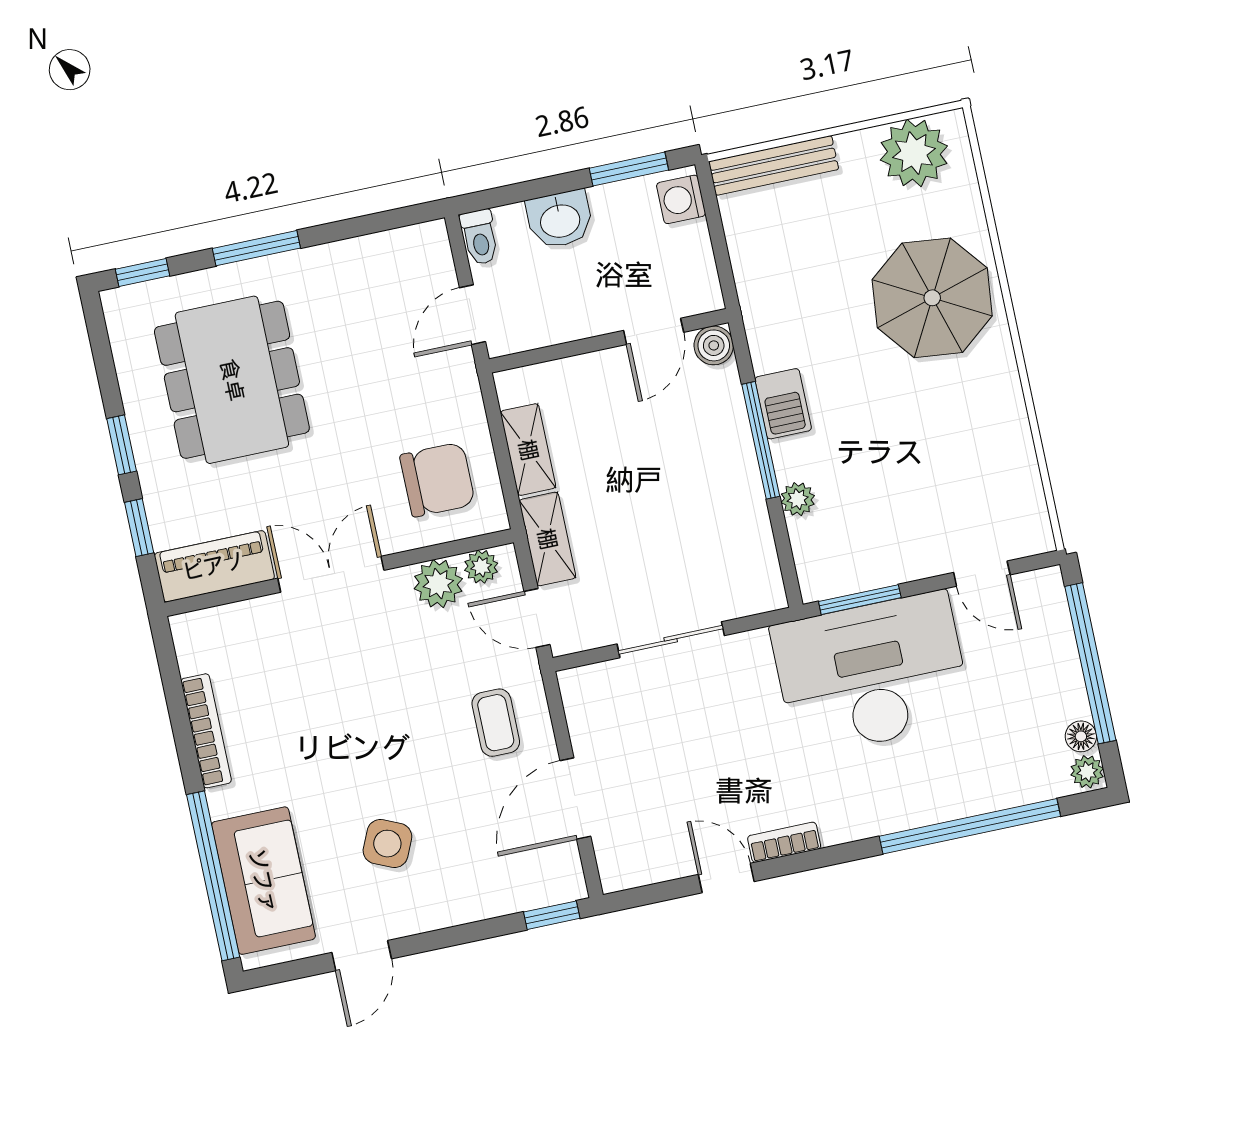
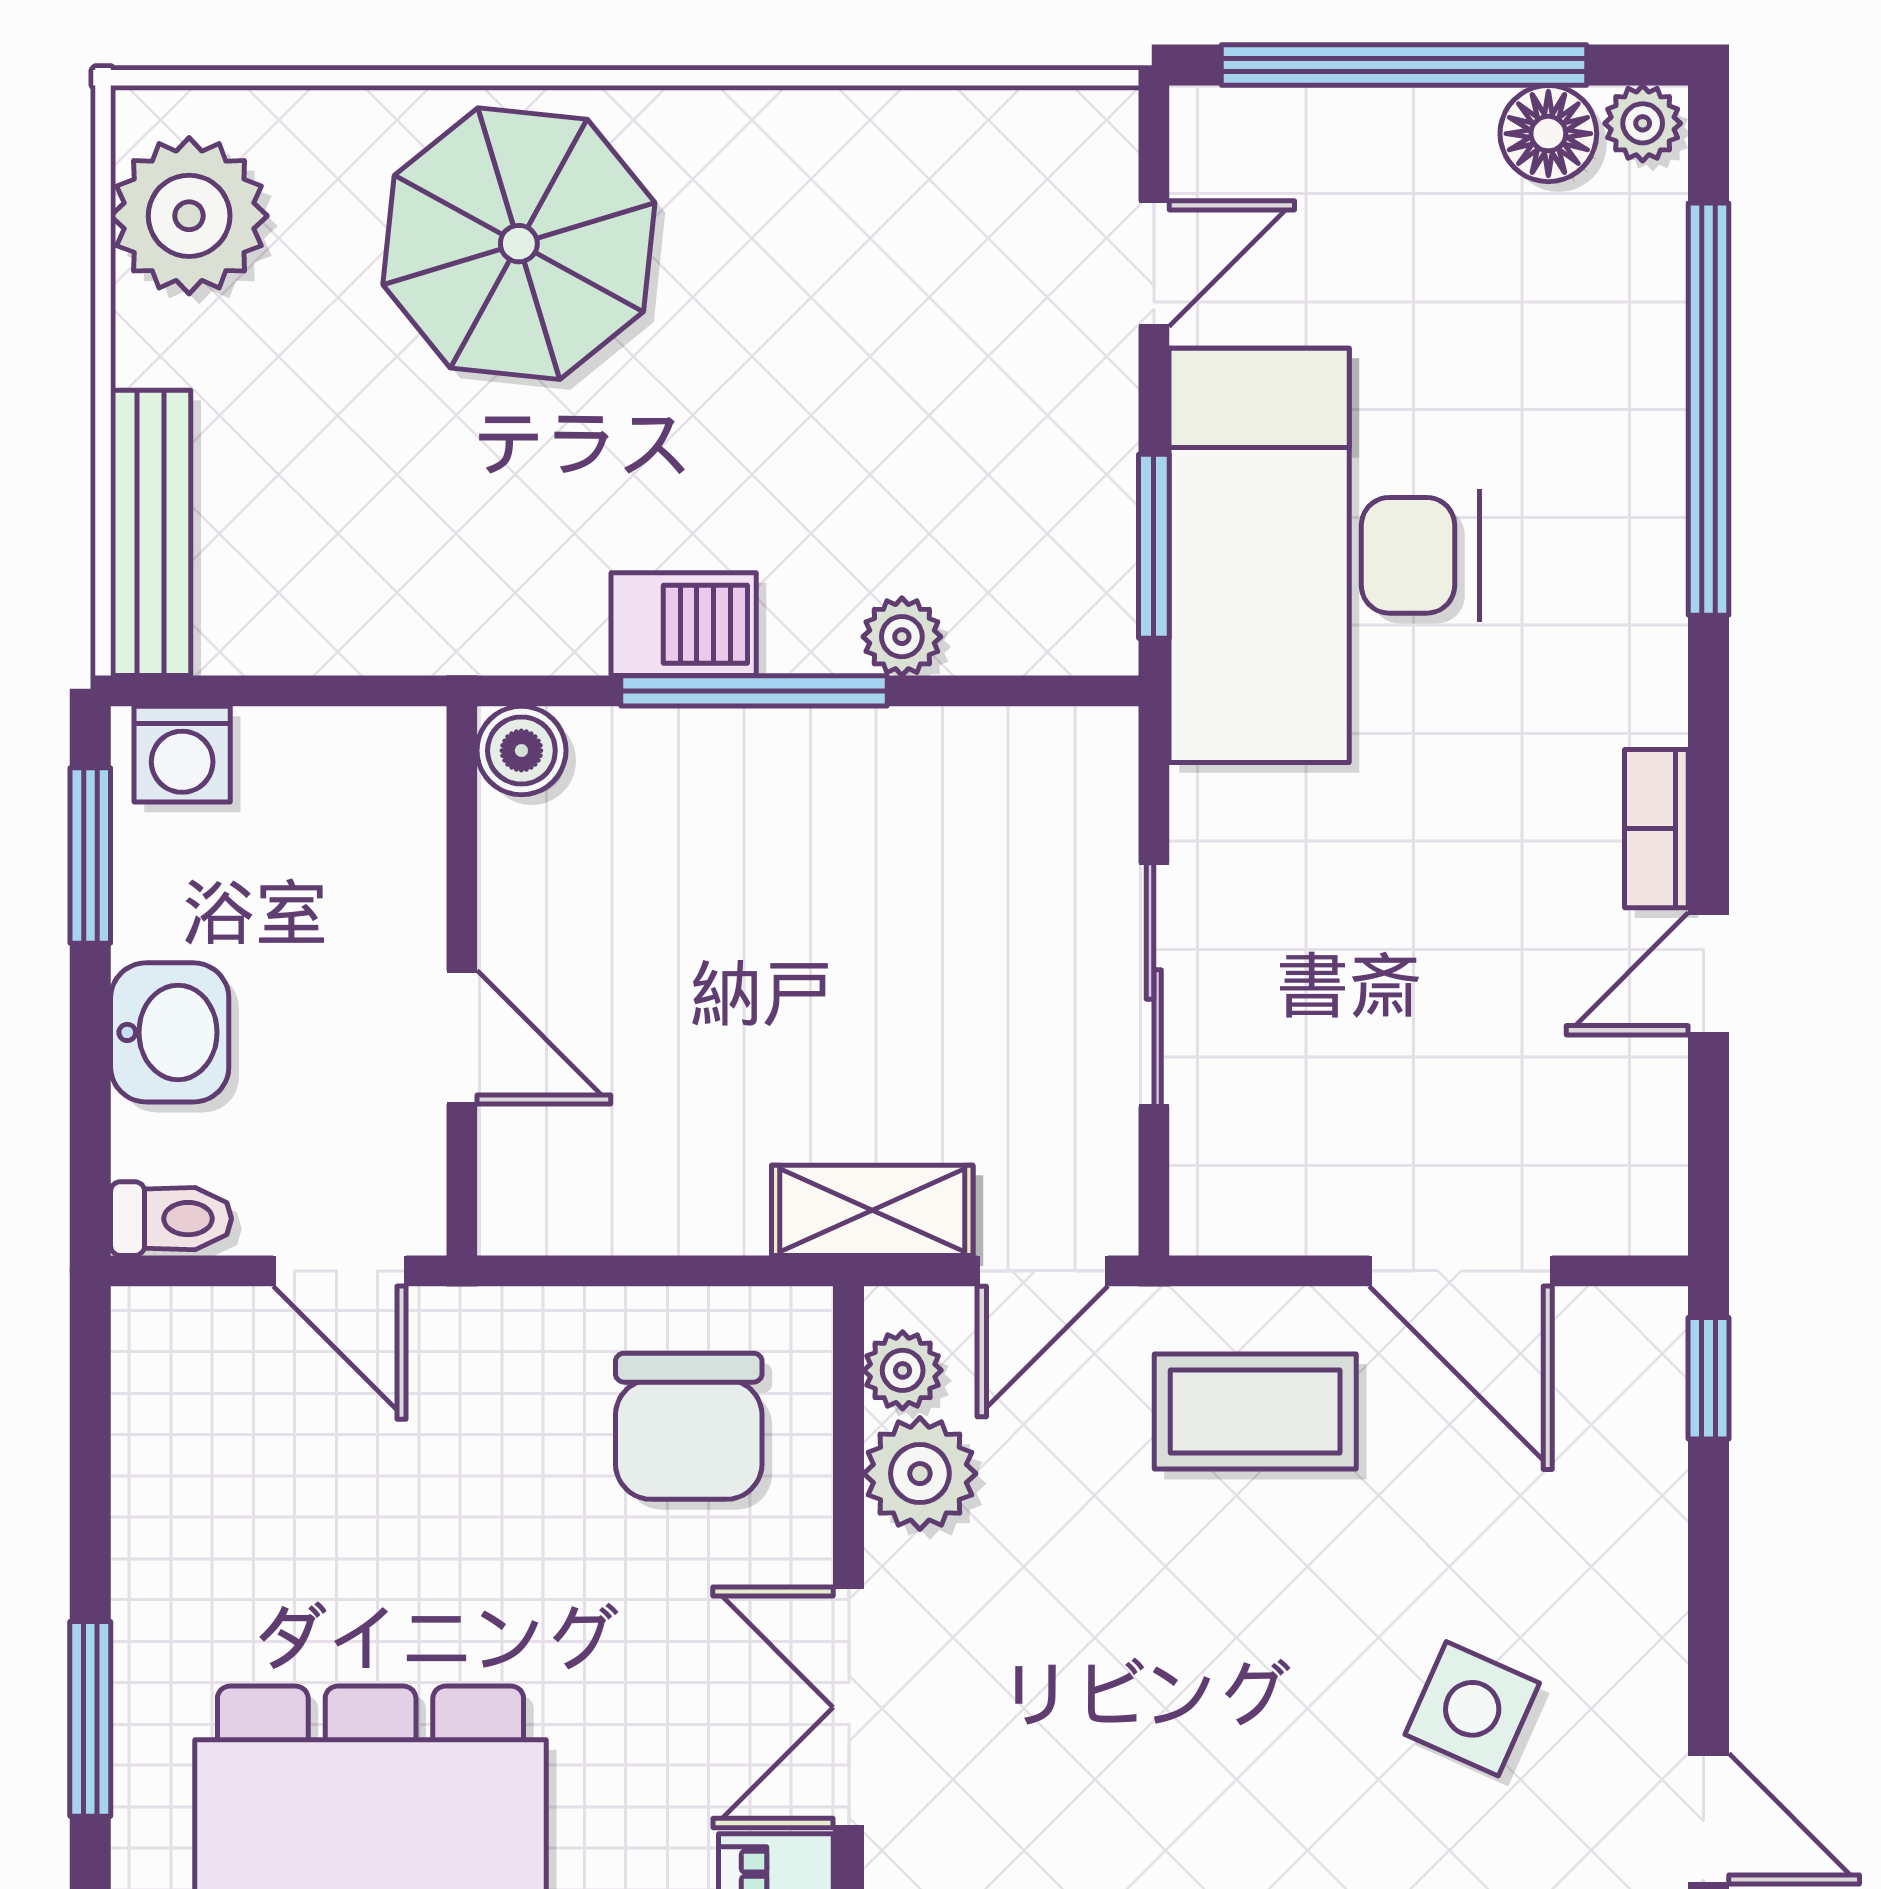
door: (654, 331) -> (462, 1037), moved
shelving: (528, 450) -> (665, 1211), removed
chair: (437, 480) -> (689, 1426), turned 180
coffee table: (496, 723) -> (1255, 1412), width x1.36, depth x1.30
floor lamp: (1081, 736) -> (1548, 134), width x1.37, depth x1.37

